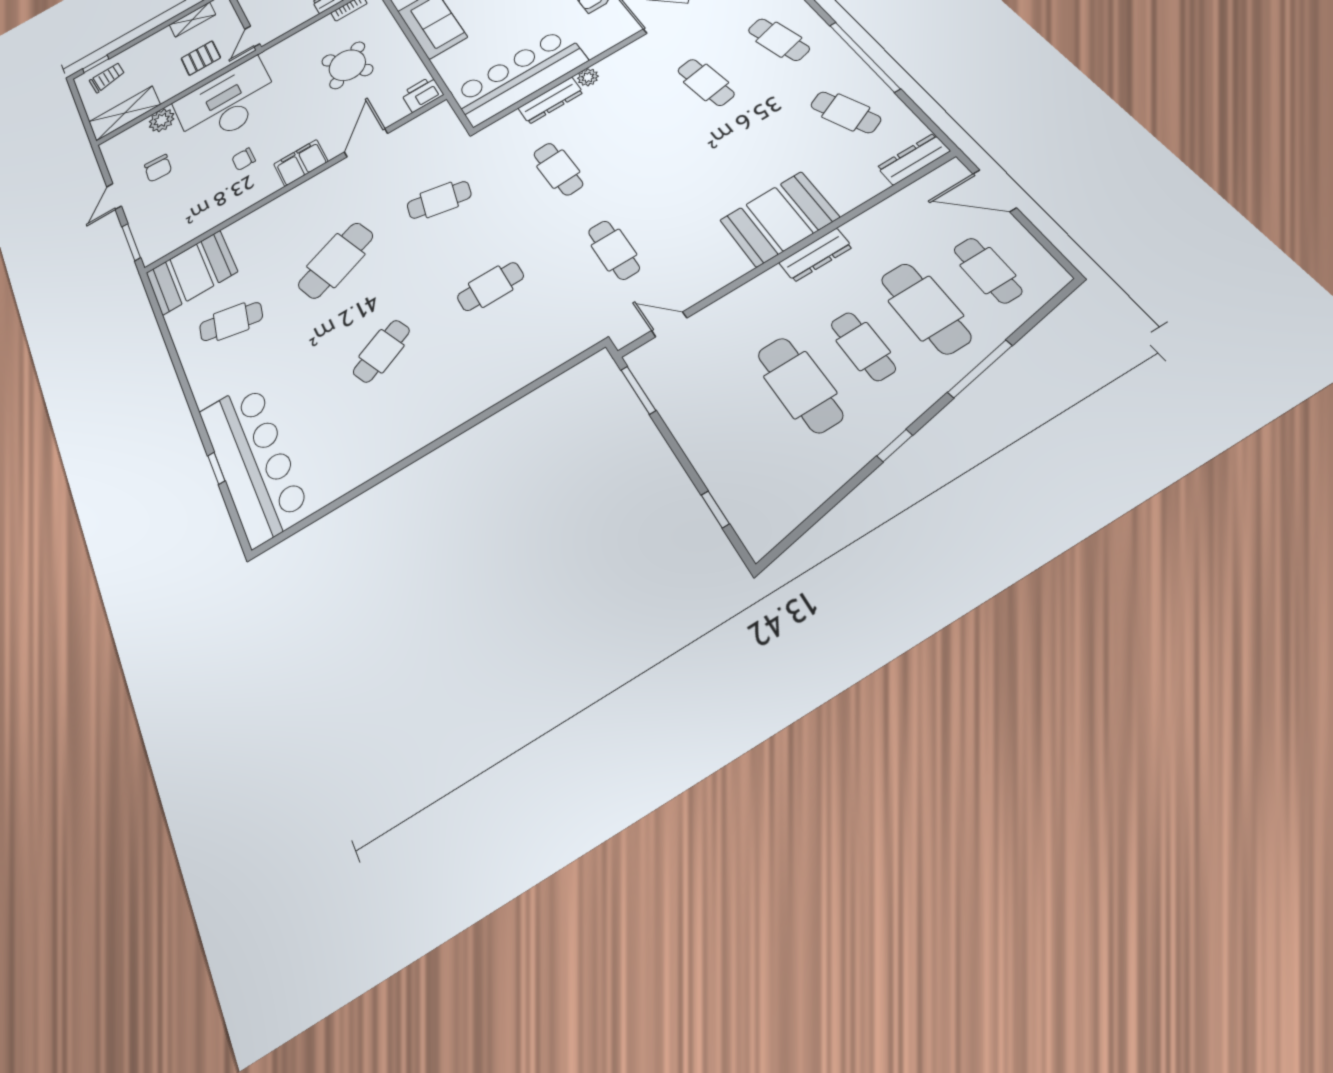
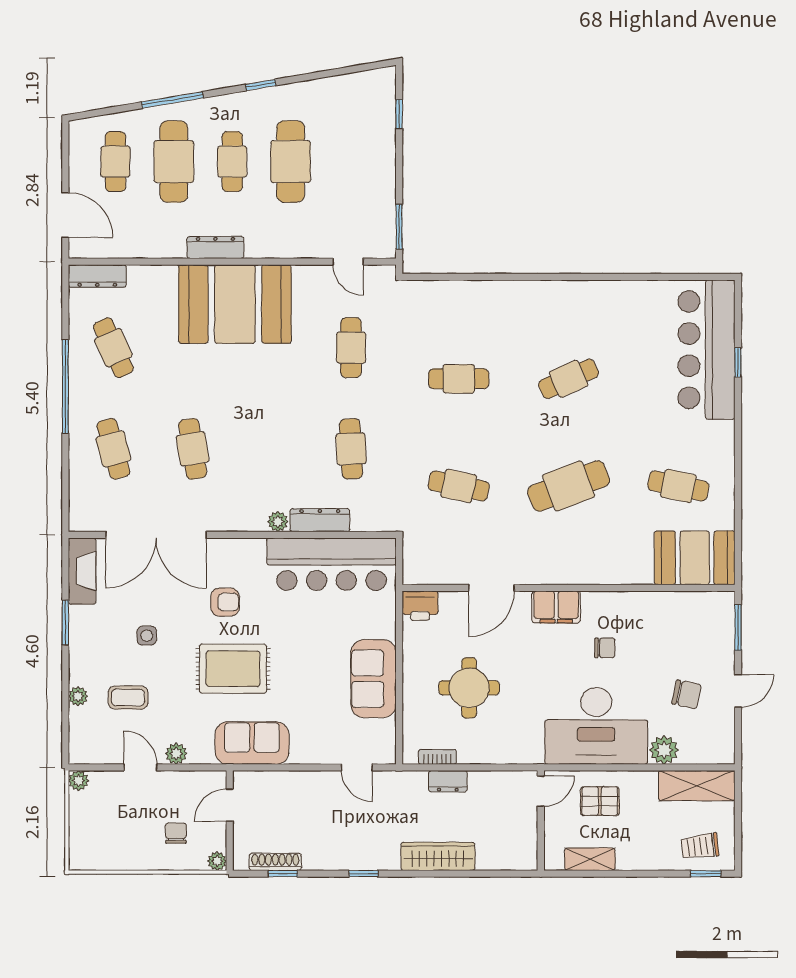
round table: (347, 65) -> (469, 688), turned 37
chair: (158, 168) -> (686, 694), turned 98
booth: (779, 219) -> (235, 304), width x1.36, depth x1.42

